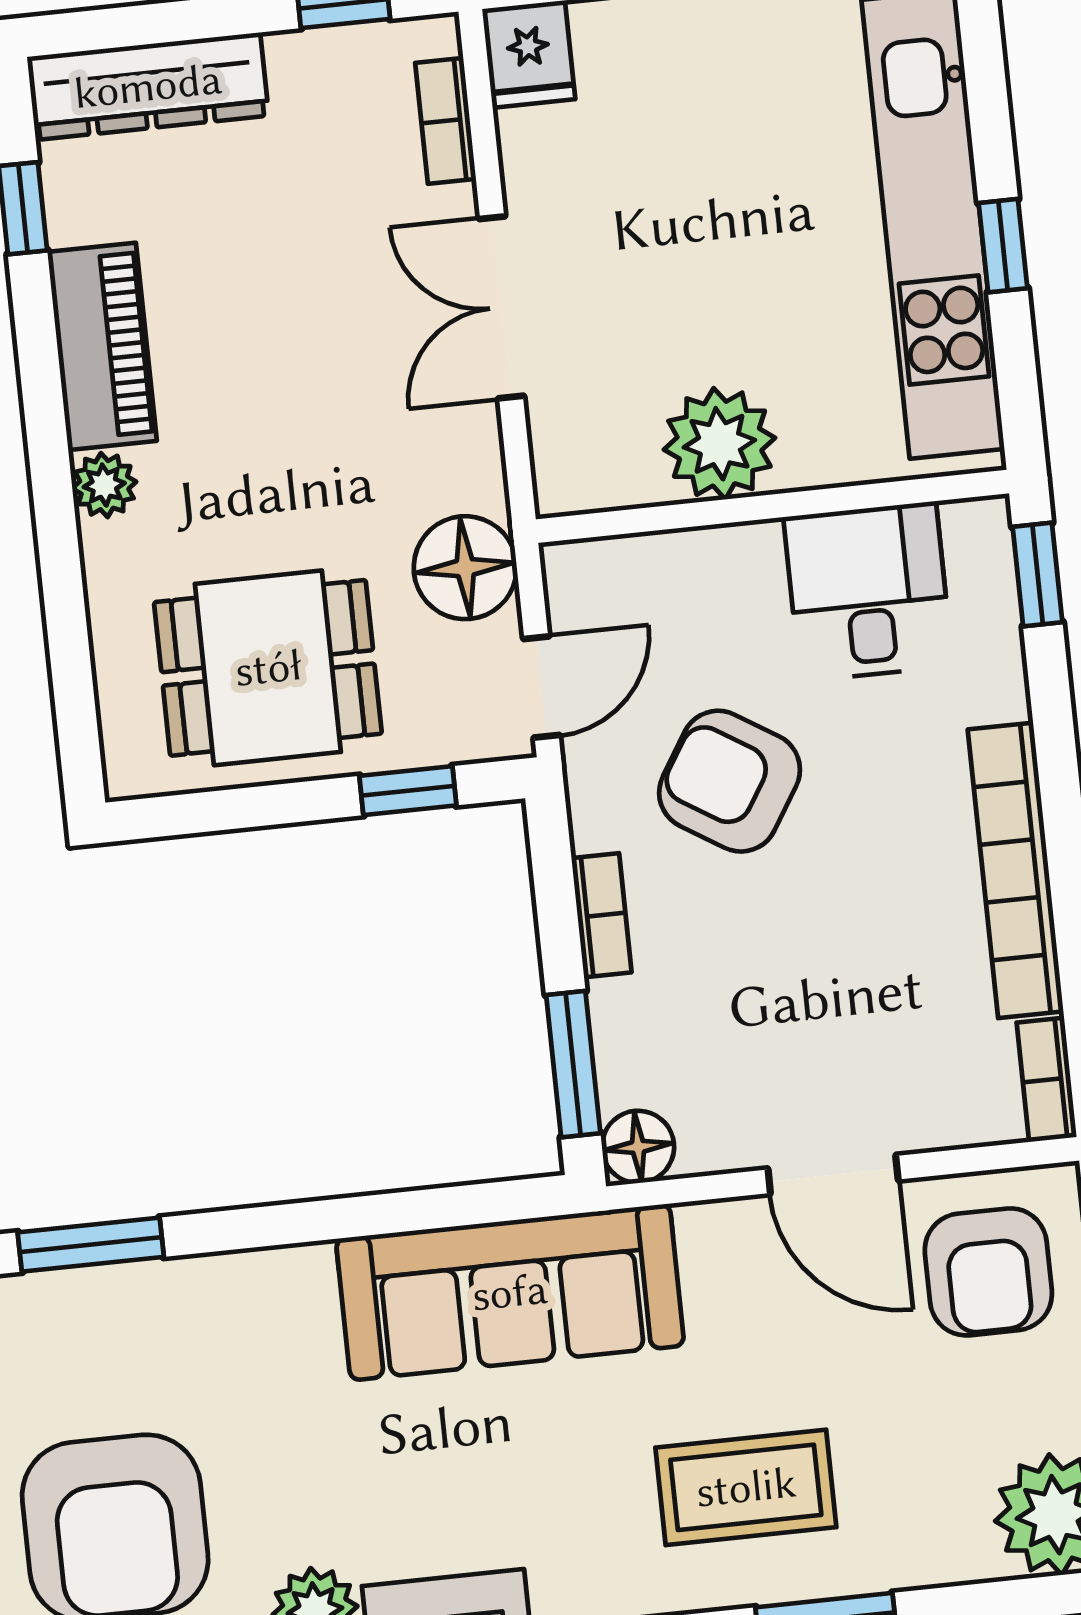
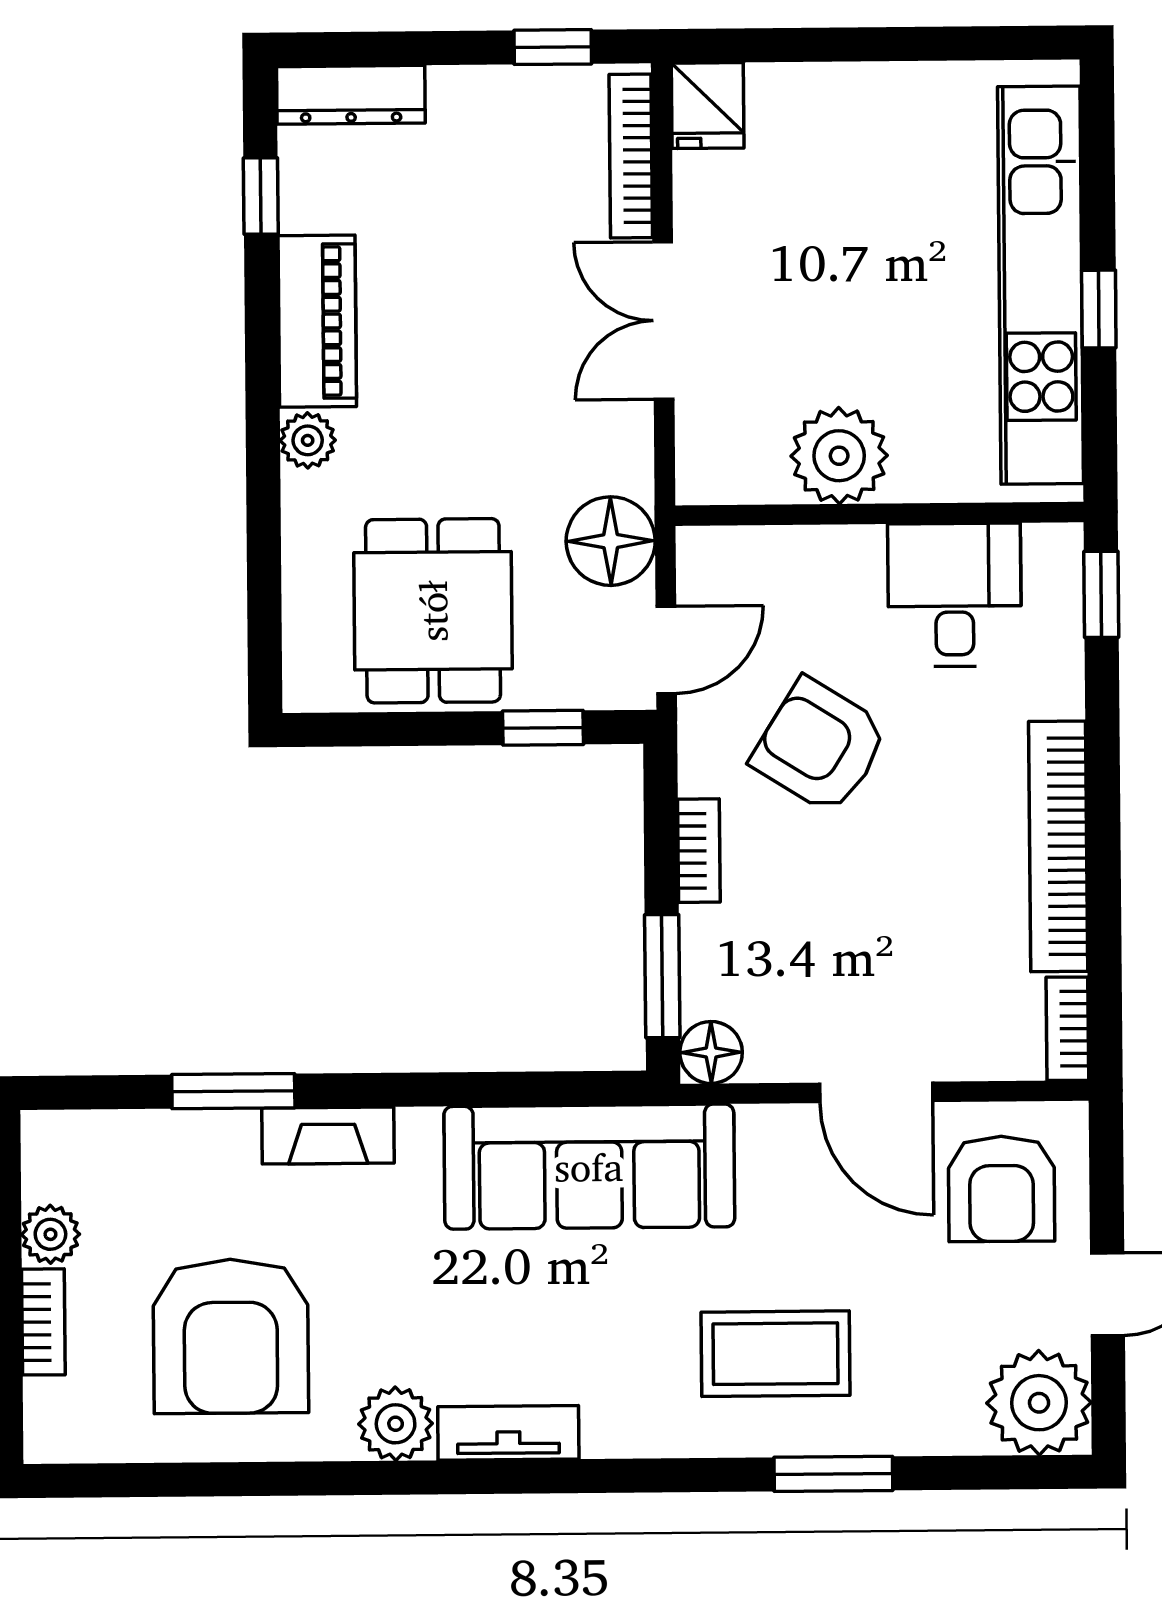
dresser: (148, 86) -> (351, 95), width x0.73, depth x0.80
bookcase: (446, 121) -> (631, 156), width x1.56
dining table: (268, 668) -> (433, 611), turned 90
fireplace: (205, 1285) -> (328, 1136), added

